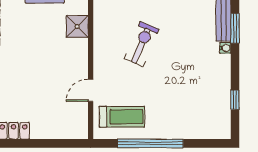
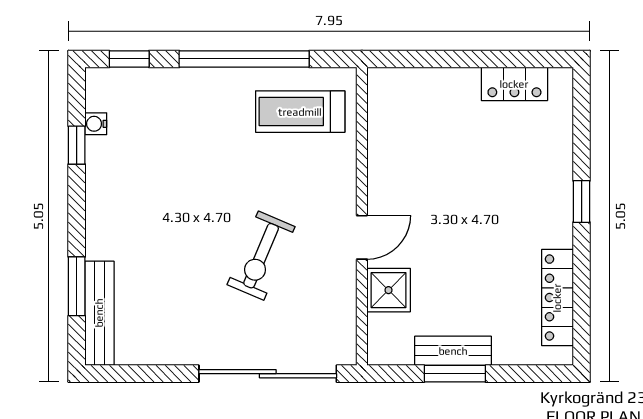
water cooler: (225, 48) -> (96, 124), moved
door: (91, 90) -> (362, 237), moved
window: (208, 143) -> (129, 59), added

